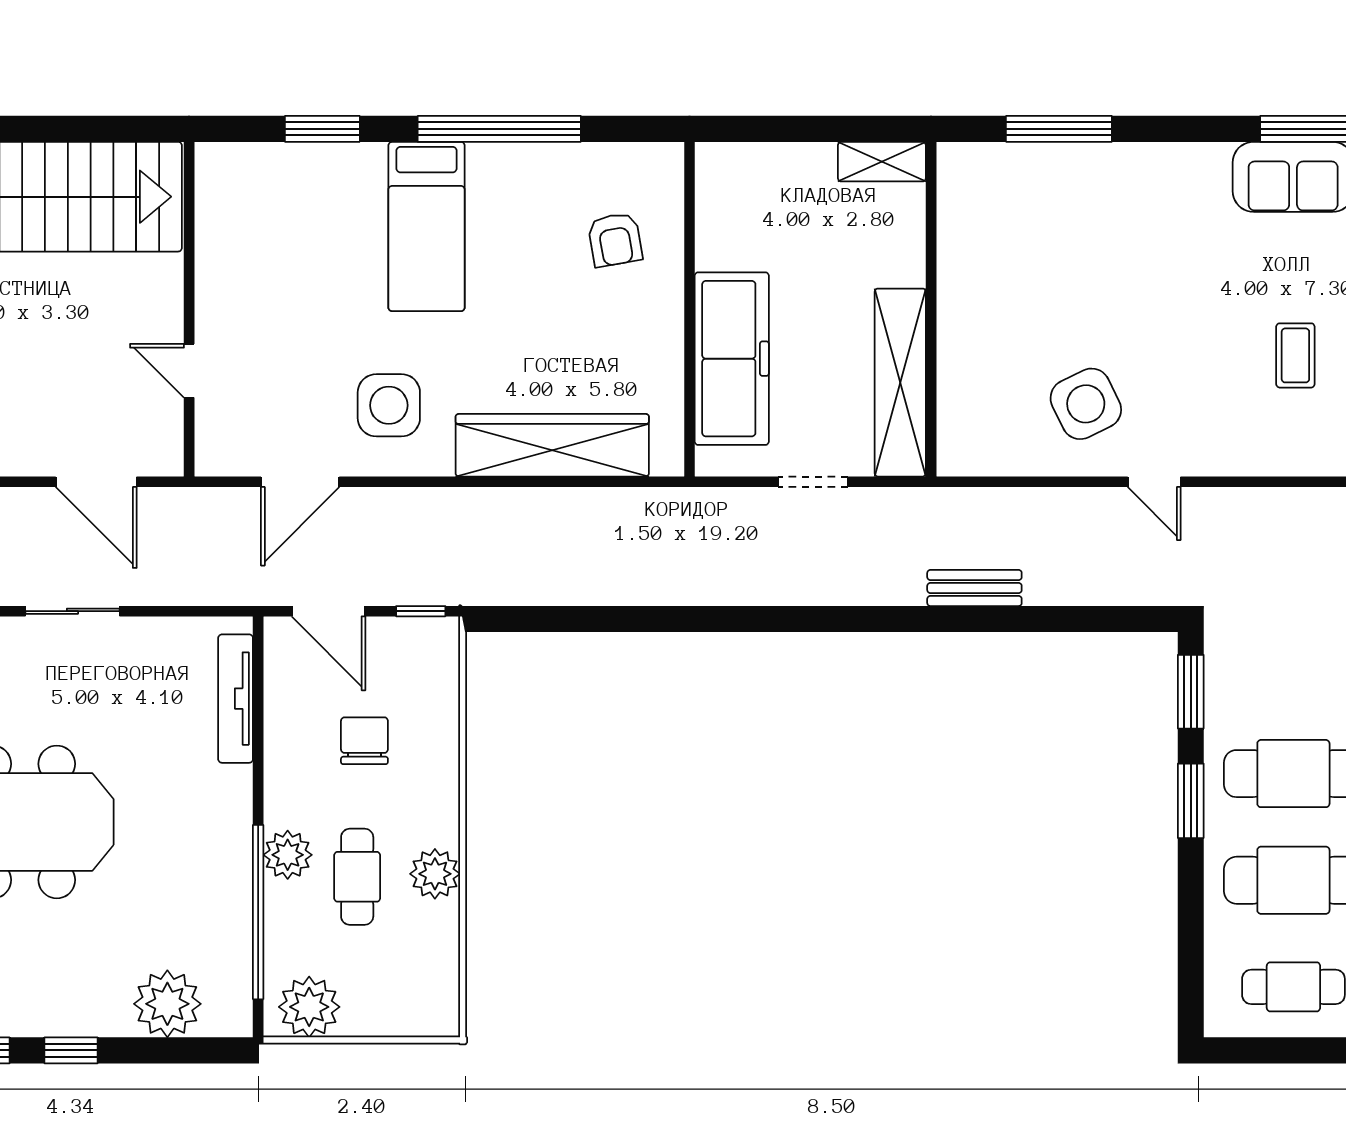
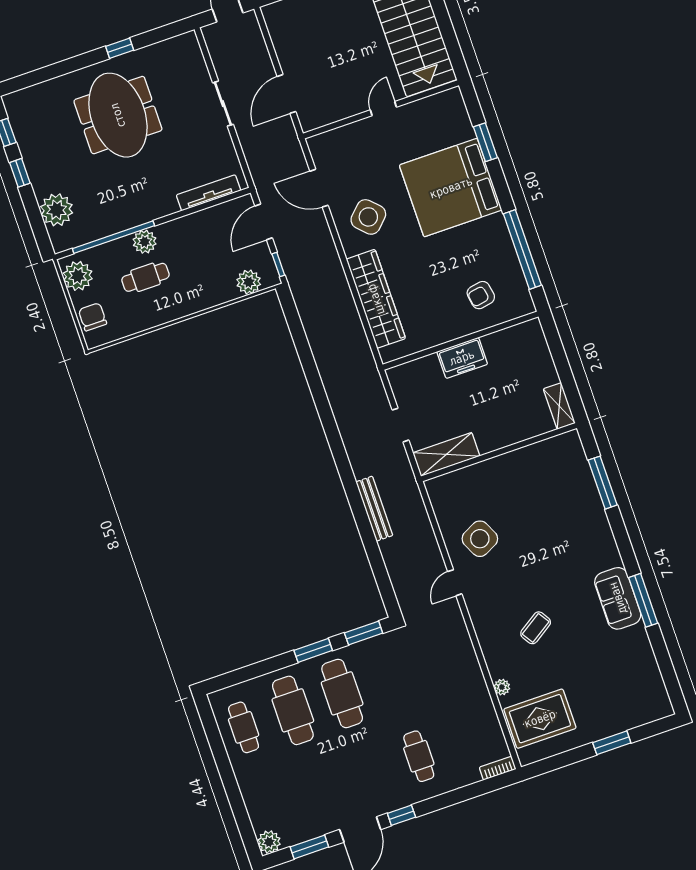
window: (499, 129) -> (522, 250), moved
bed: (427, 226) -> (451, 188), width x2.04
coffee table: (1295, 355) -> (536, 628), turned -33
freezer: (732, 359) -> (462, 358), width x0.52, depth x0.79
door: (189, 371) -> (383, 109), moved
shelving: (900, 383) -> (446, 454), width x0.68
side table: (389, 405) -> (368, 217), turned 45
bench: (974, 588) -> (374, 509), width x1.36
chair: (364, 741) -> (93, 317), moved, turned -90
plant: (435, 874) -> (249, 282), moved

